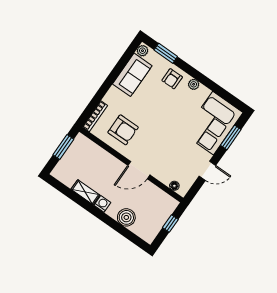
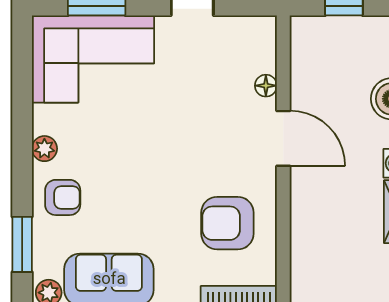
armchair: (123, 130) -> (227, 223), turned -90
floor lamp: (174, 186) -> (266, 86), moved

